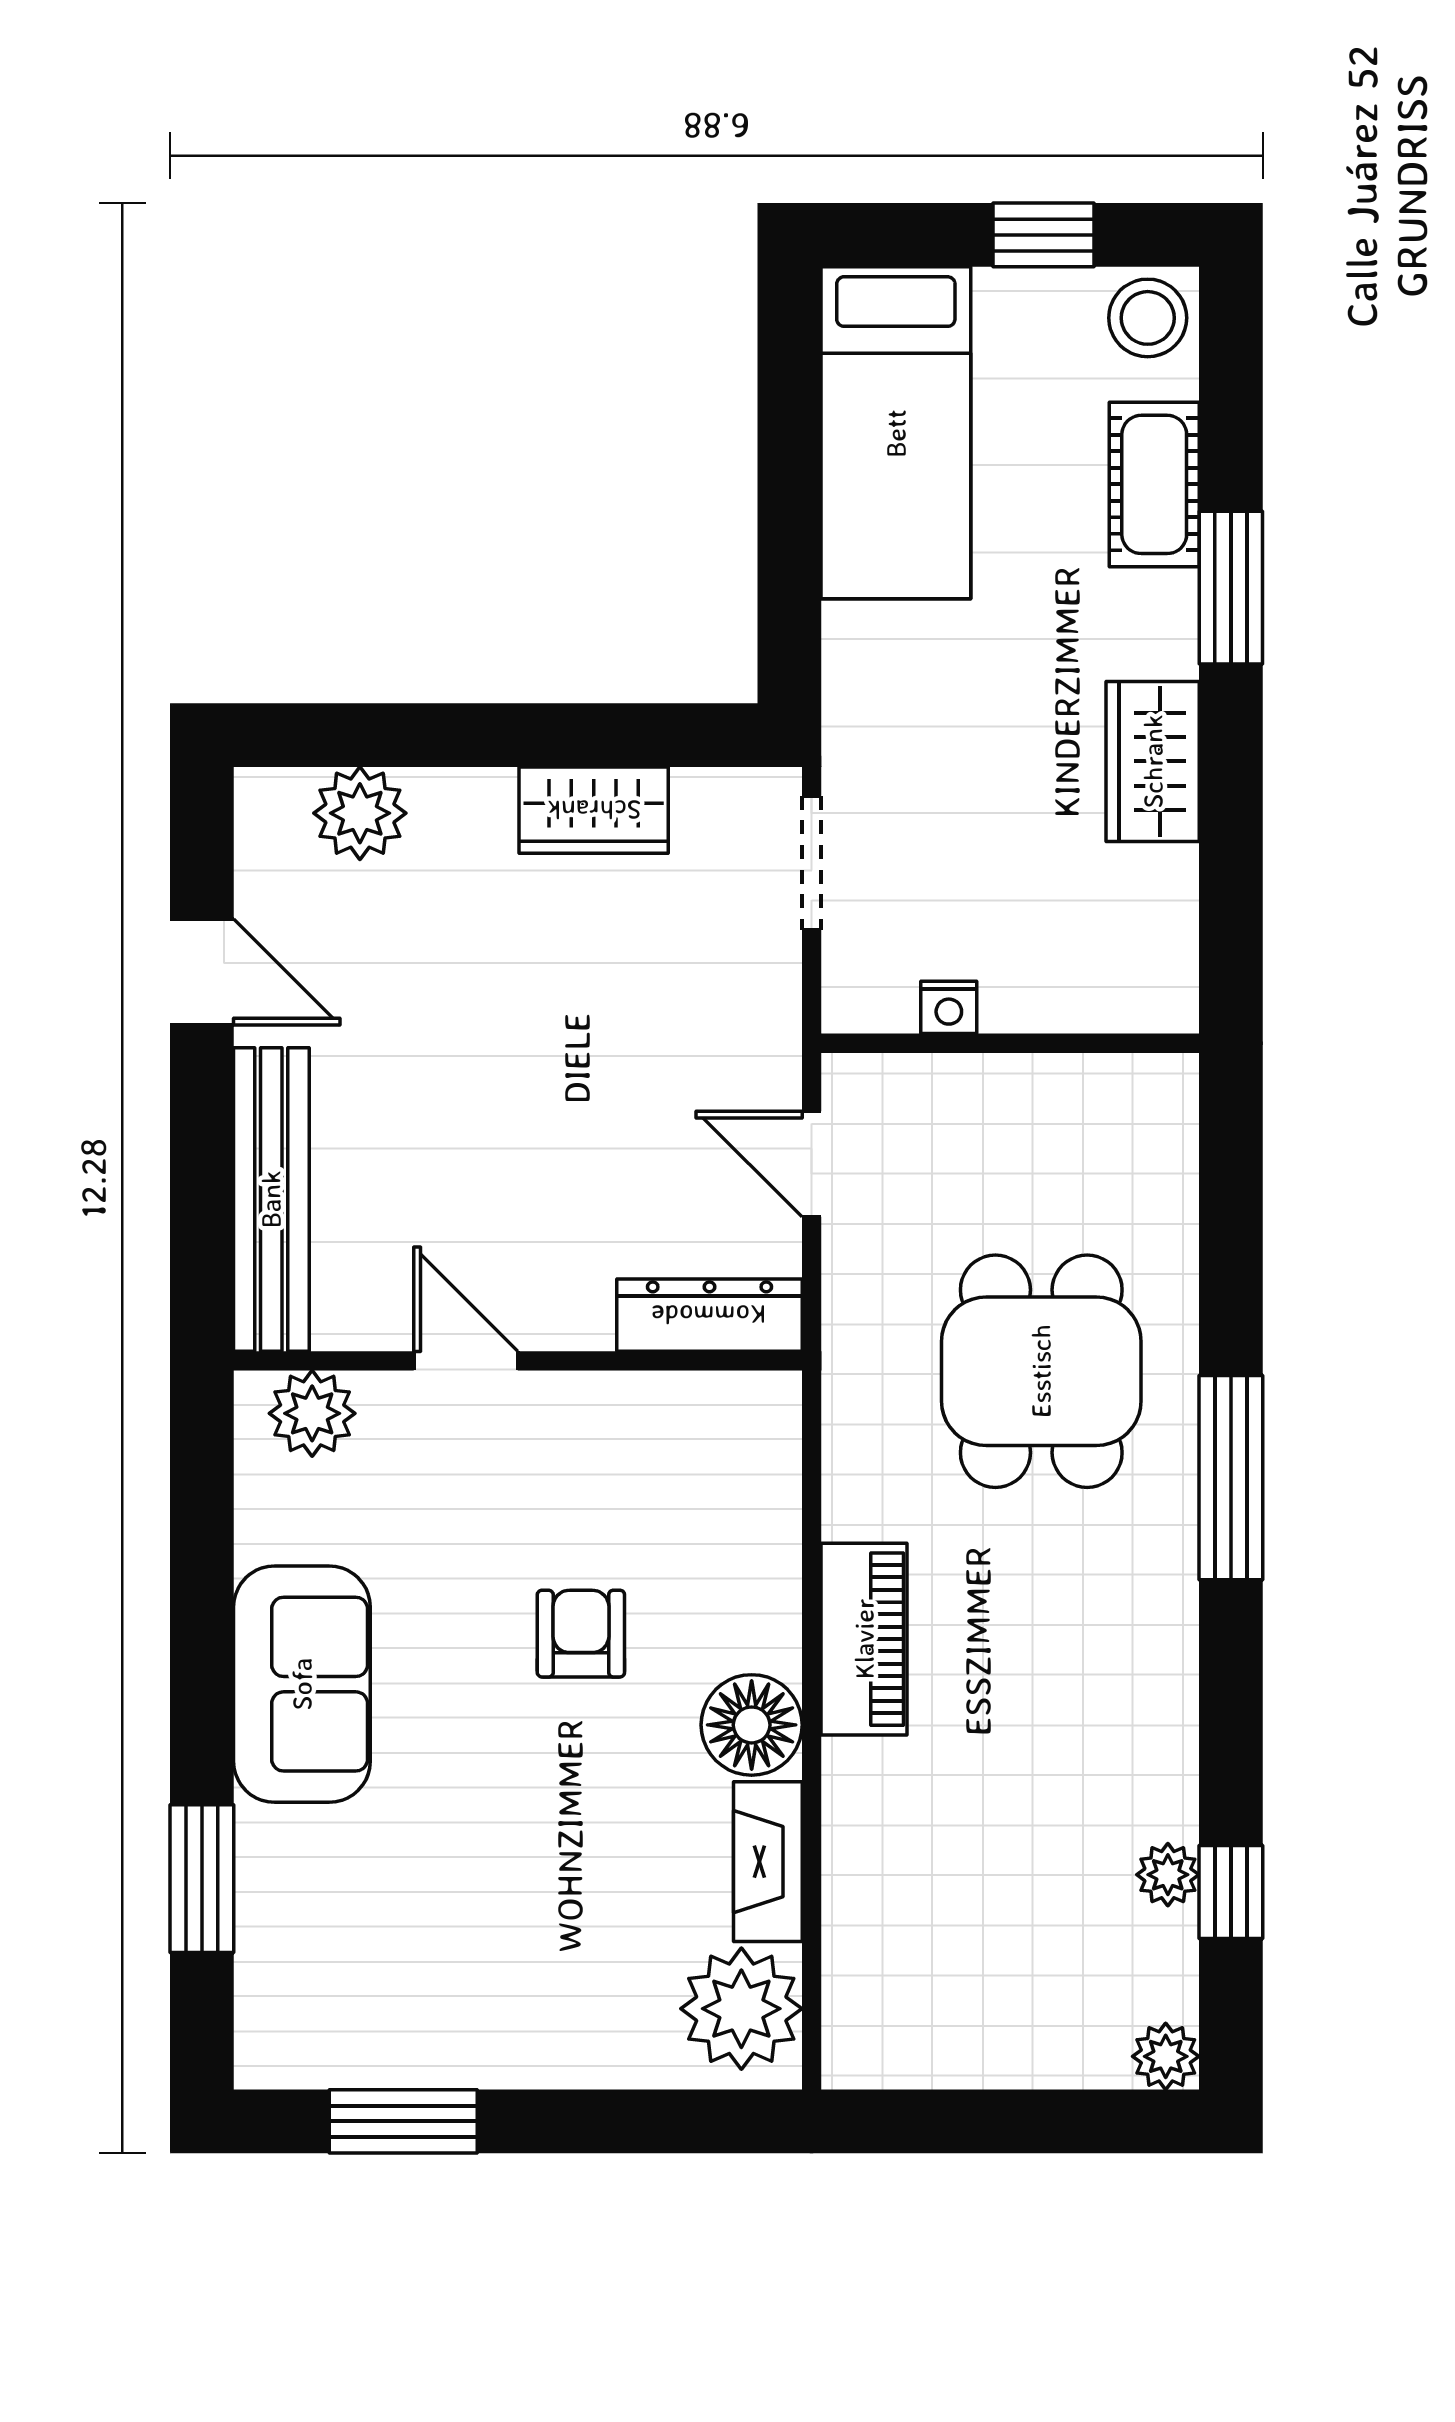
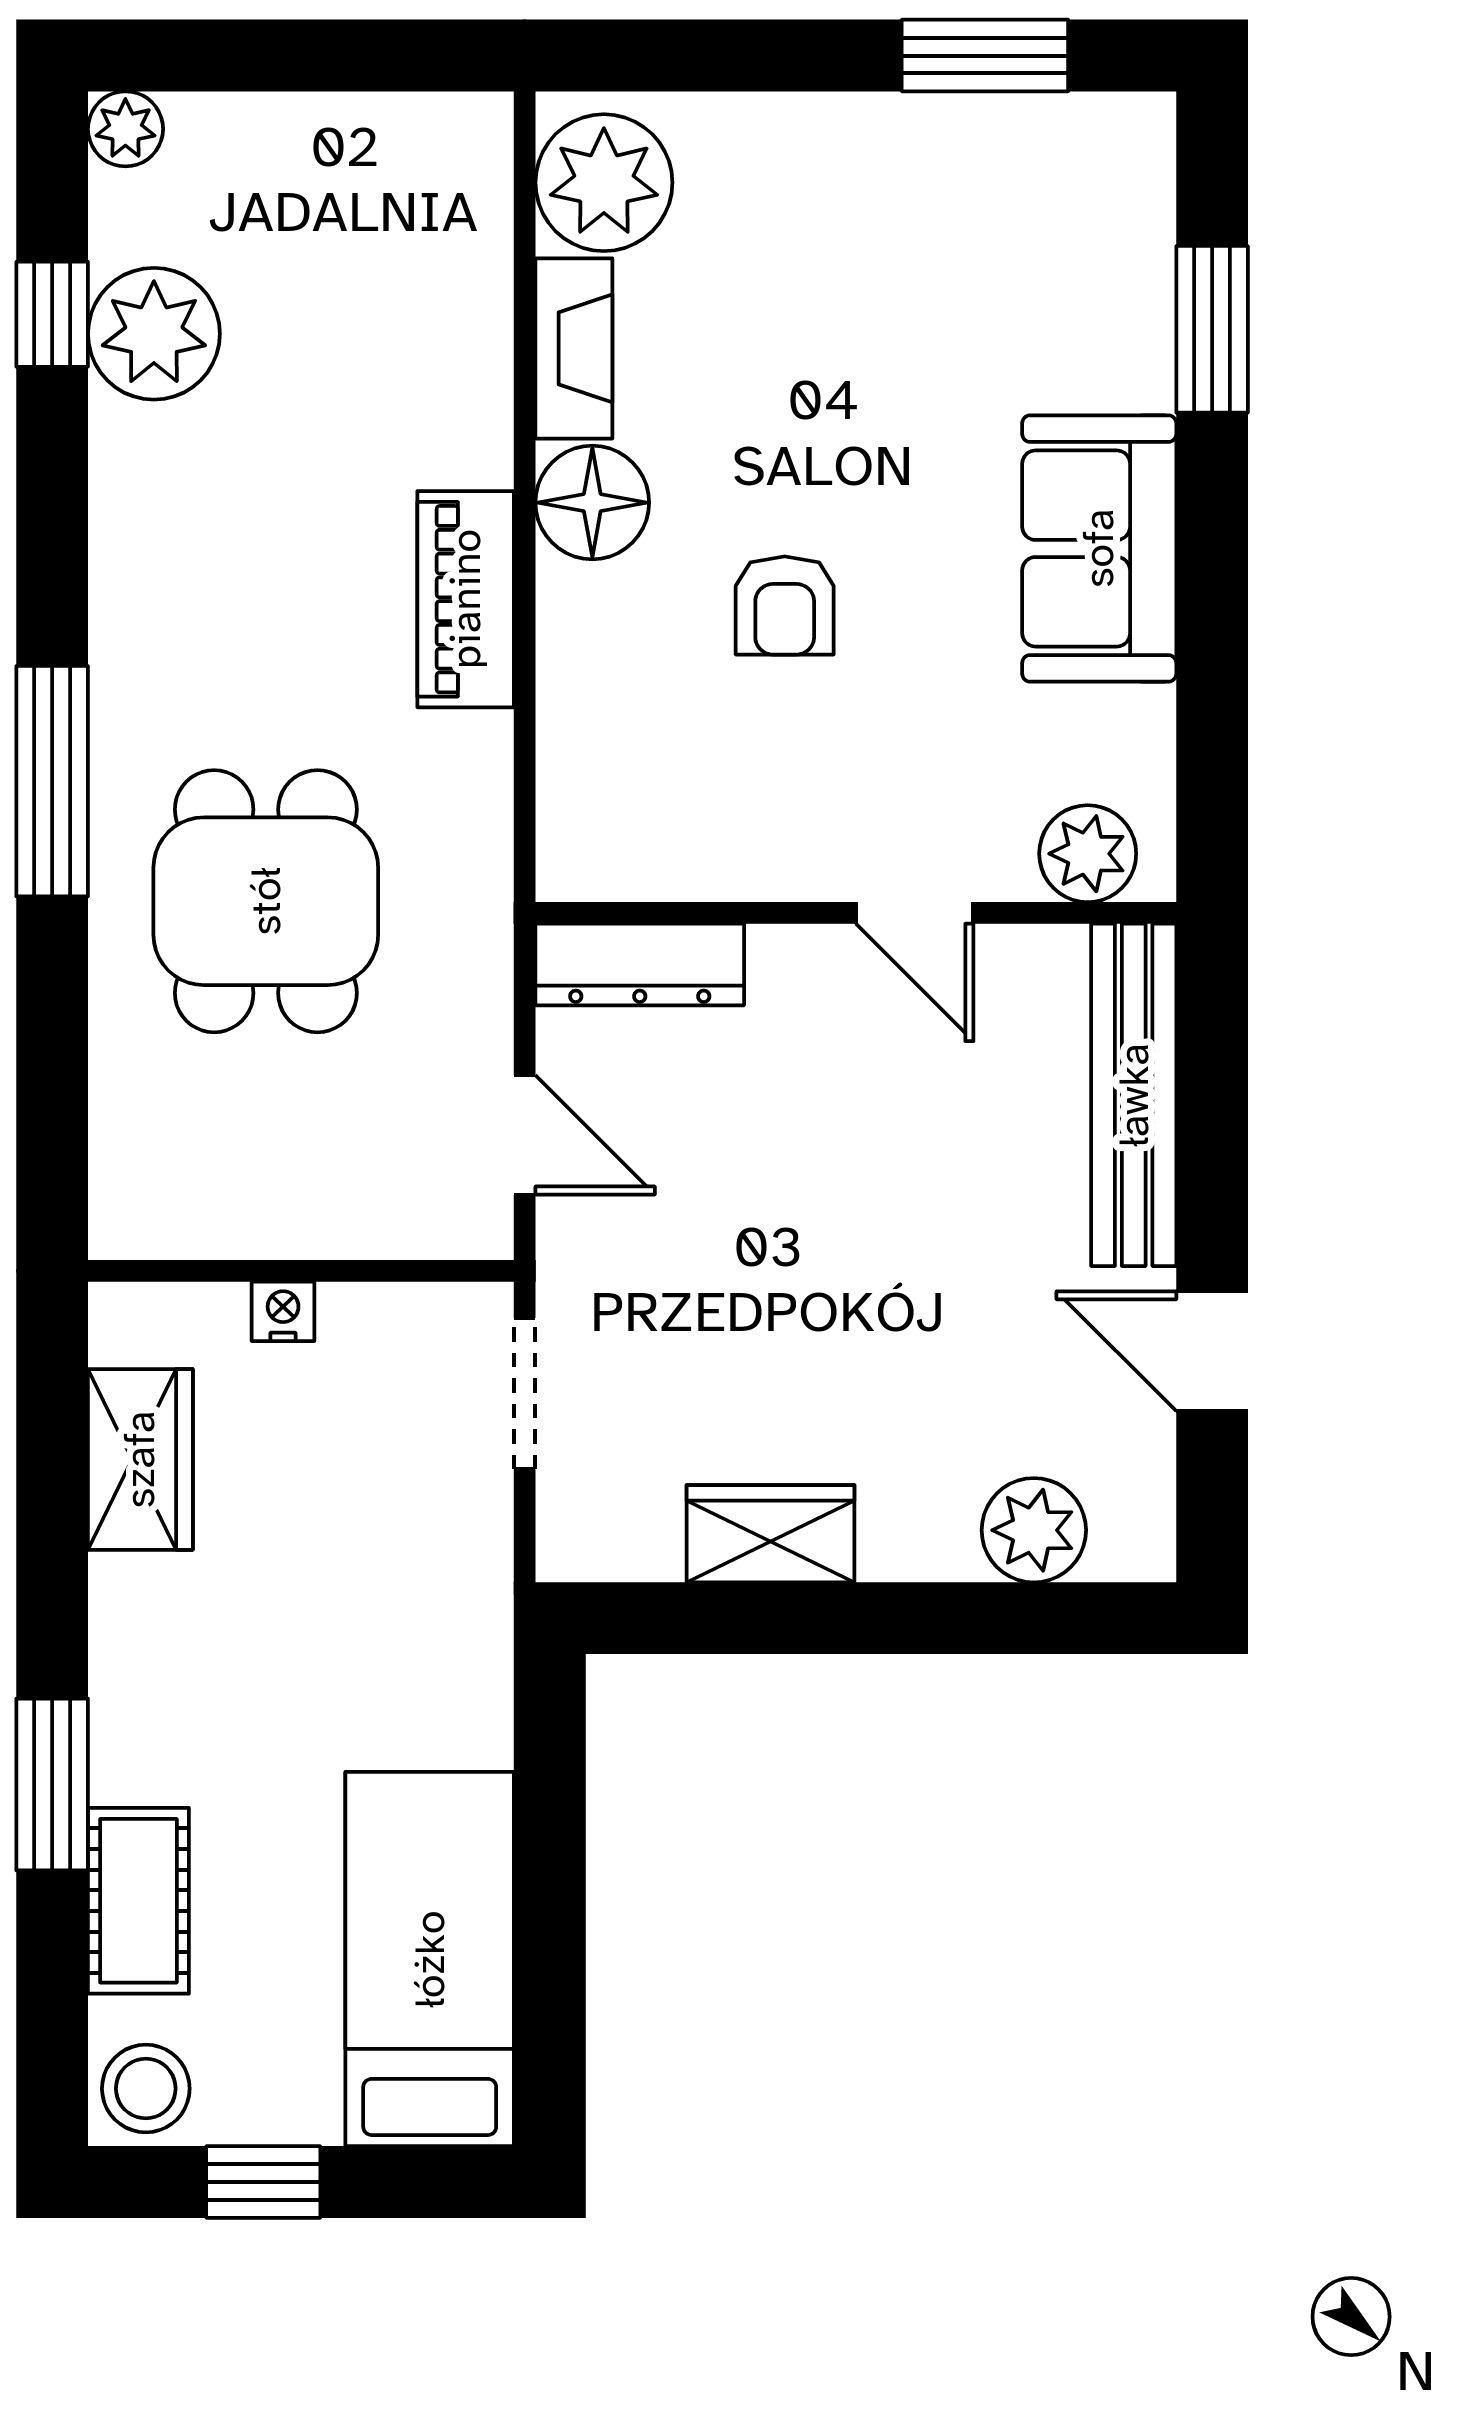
wardrobe: (1153, 761) -> (140, 1459), moved
doorway: (812, 863) -> (525, 1394), moved
nightstand: (949, 1007) -> (283, 1311), moved
plant: (1168, 1875) -> (154, 334), width x1.88, depth x1.88

